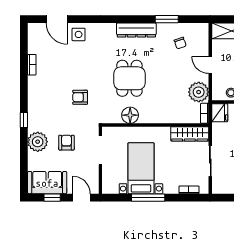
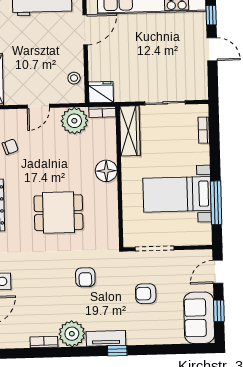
tv unit: (33, 112) -> (106, 338), added
floor lamp: (130, 115) -> (106, 171), moved
plant: (38, 142) -> (72, 334), moved
window: (148, 198) -> (216, 203), moved

